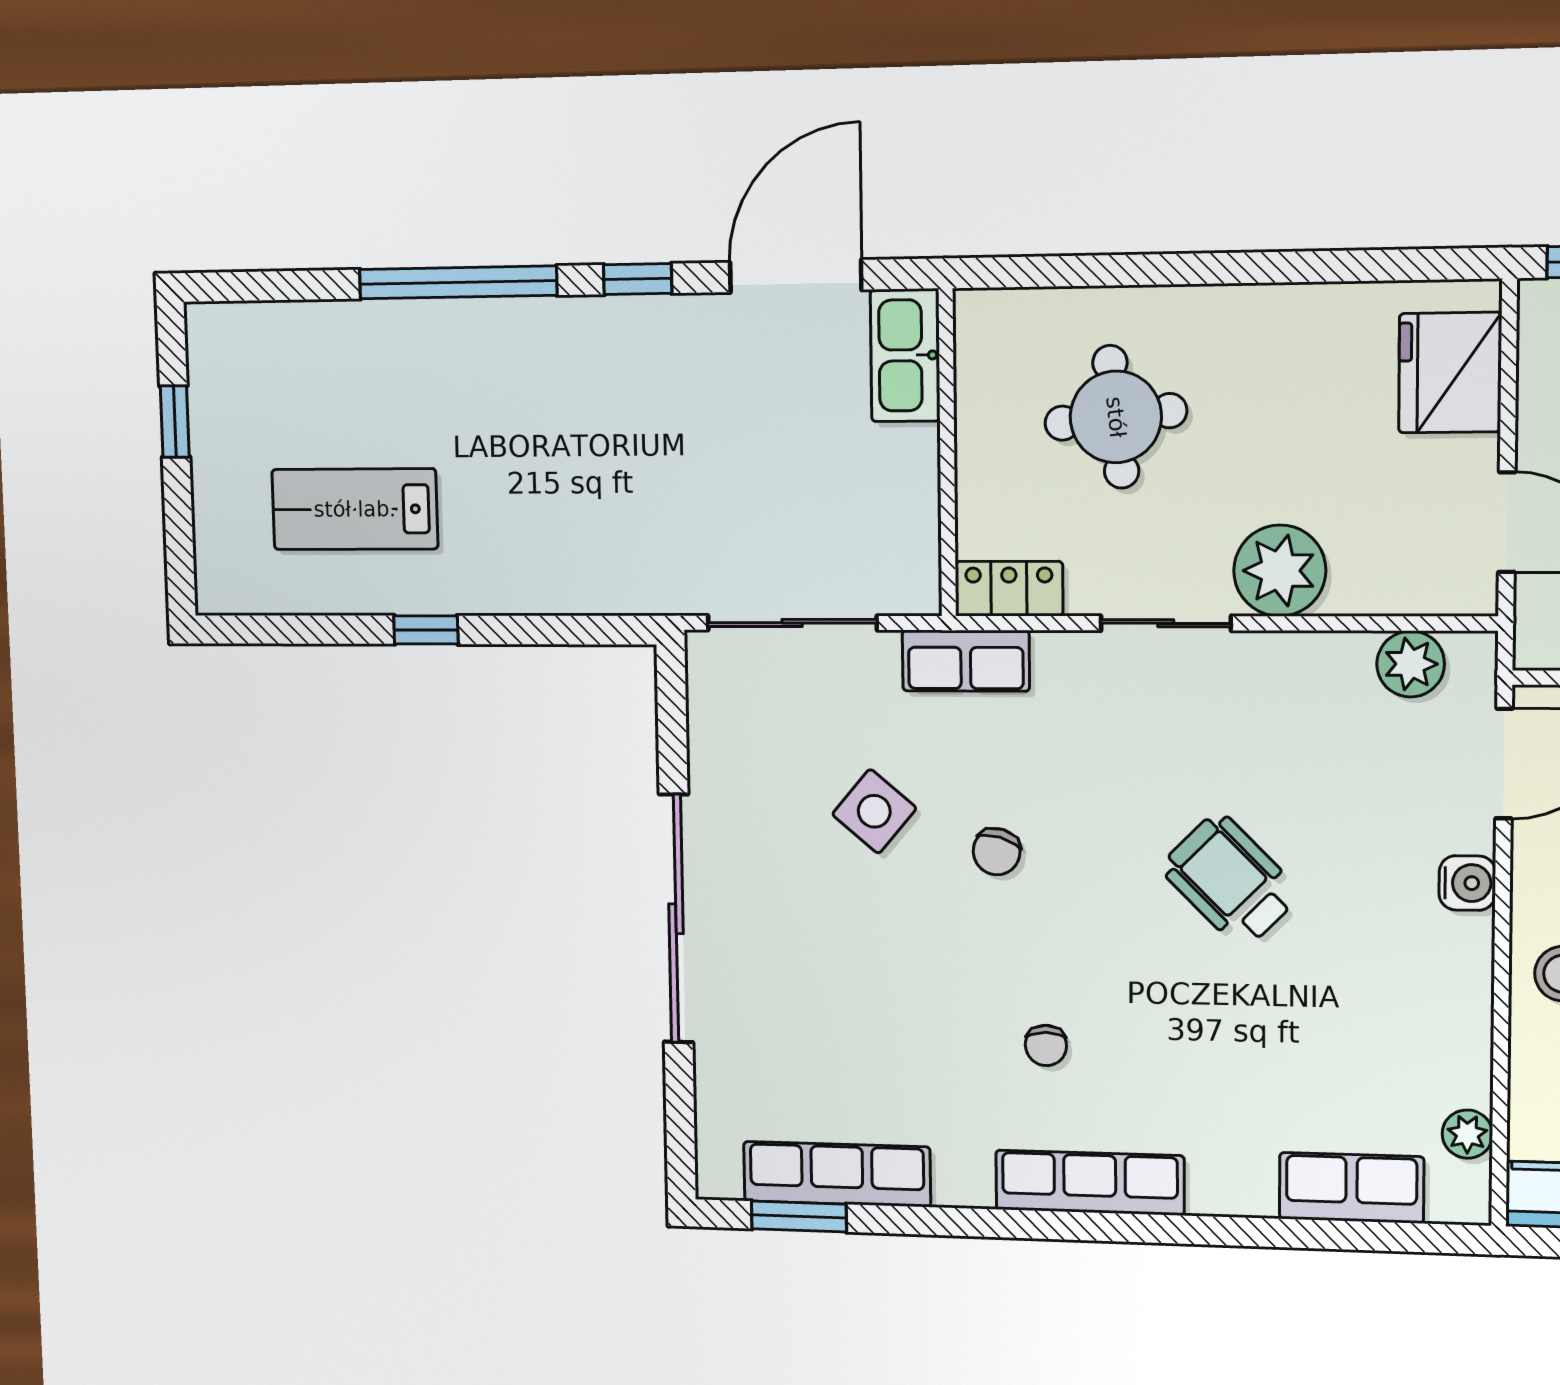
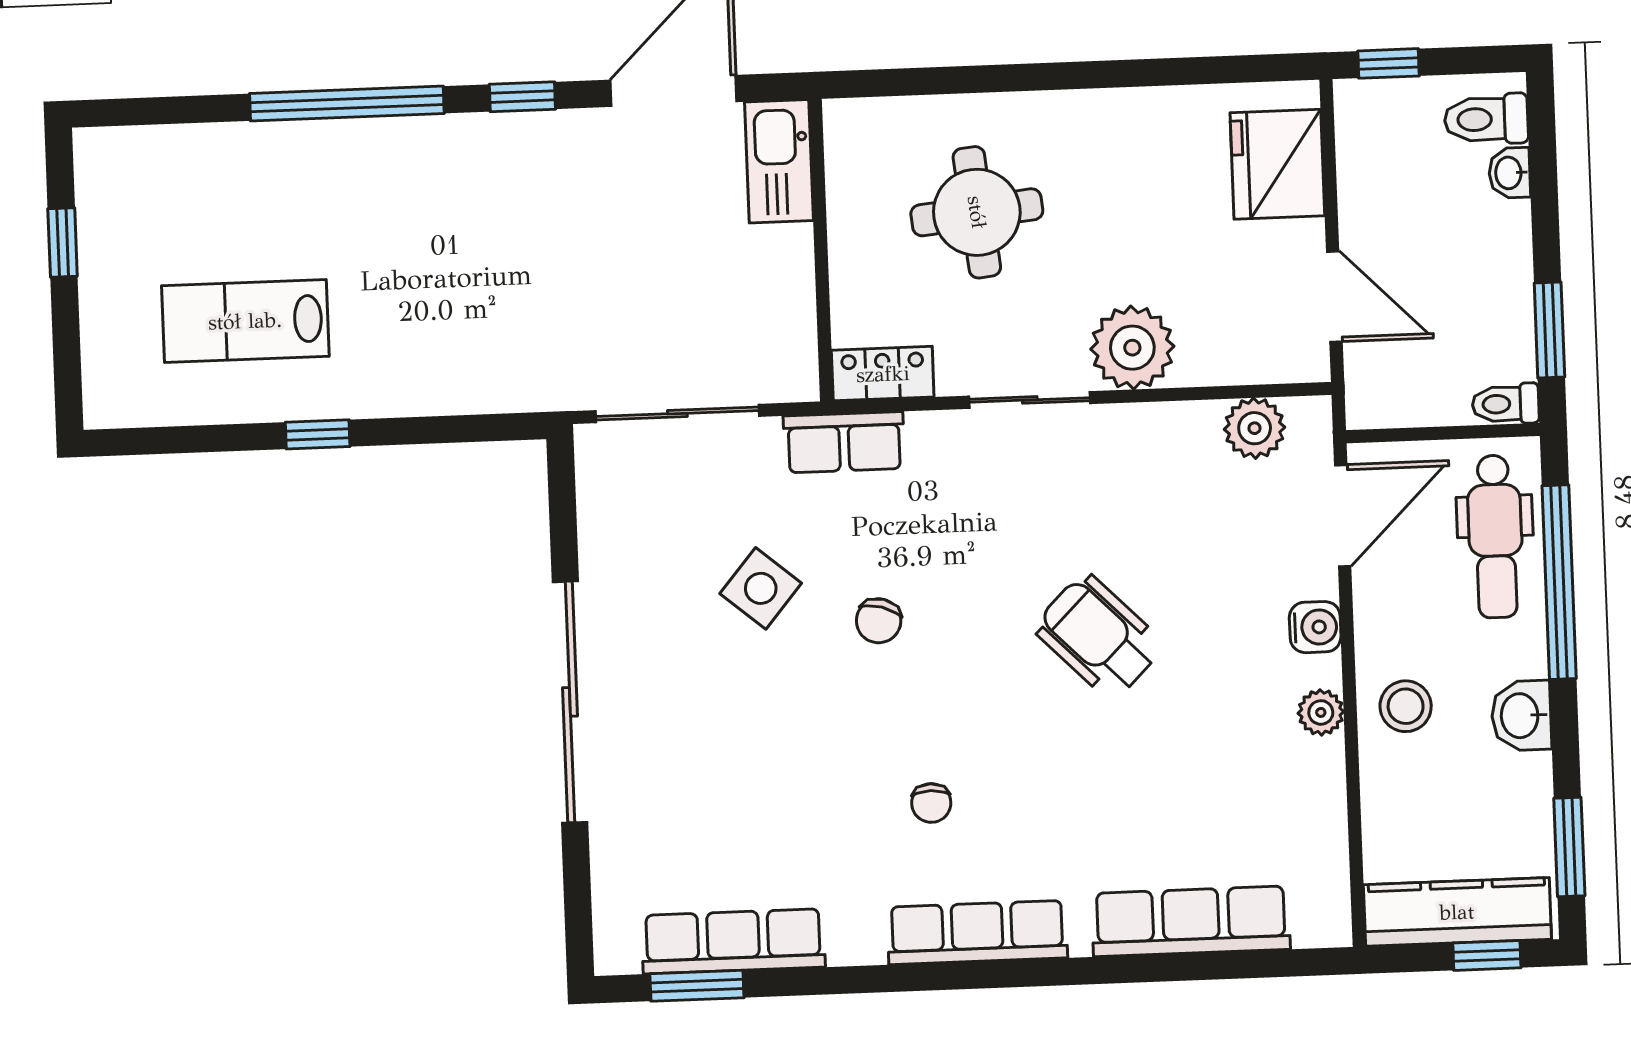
plant: (1467, 1134) -> (1321, 712), moved
row of seats: (1351, 1188) -> (1191, 921), width x1.48

